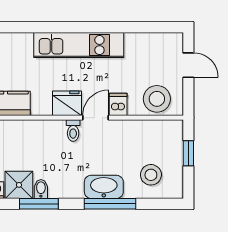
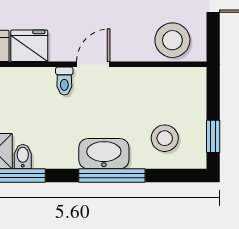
fridge: (67, 103) -> (29, 46), moved
dishwasher: (118, 104) -> (122, 47), removed
window: (188, 153) -> (213, 136), moved

